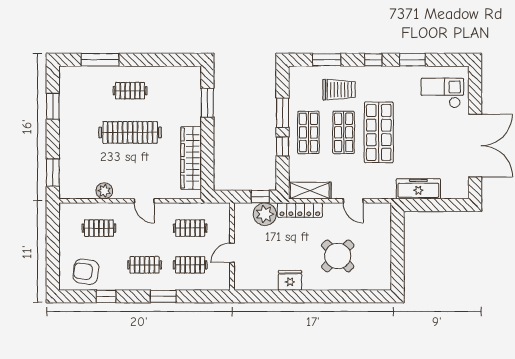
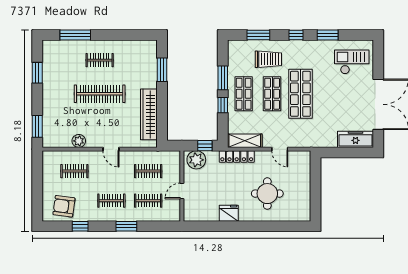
freezer: (418, 189) -> (355, 139), moved
plant: (265, 214) -> (196, 160), moved
round table: (338, 256) -> (267, 194), turned 45

